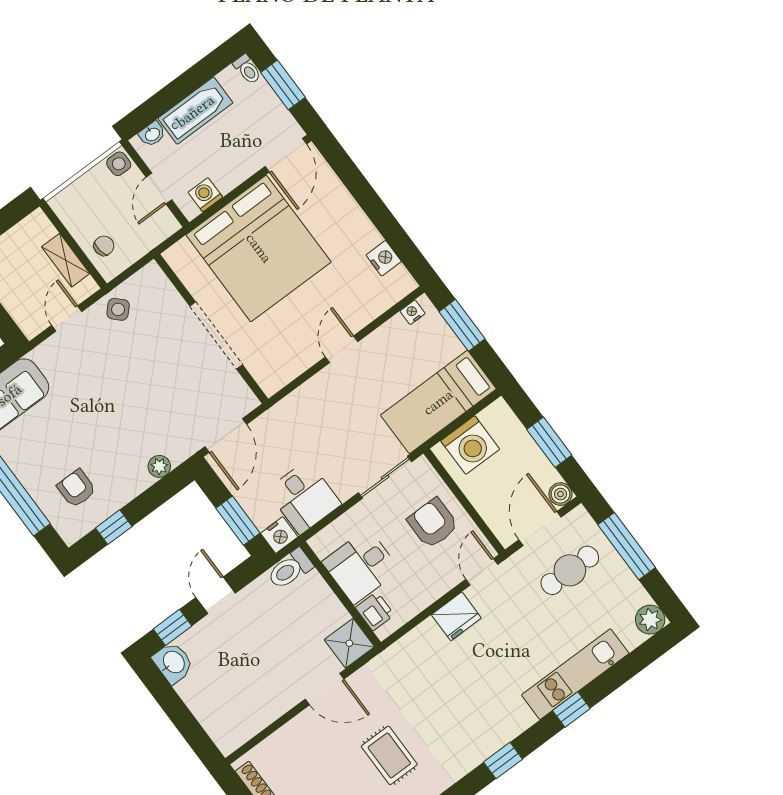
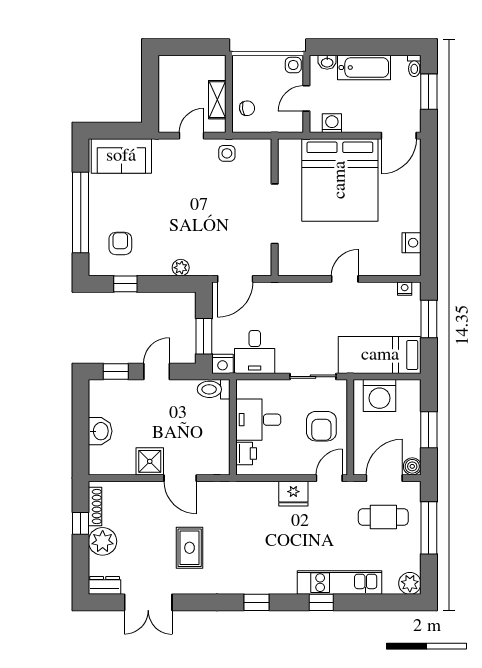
side table: (118, 309) -> (227, 153), turned 45
armchair: (433, 523) -> (321, 426), turned 180
shower: (349, 643) -> (150, 461), moved
washbasin: (173, 663) -> (100, 431), moved

